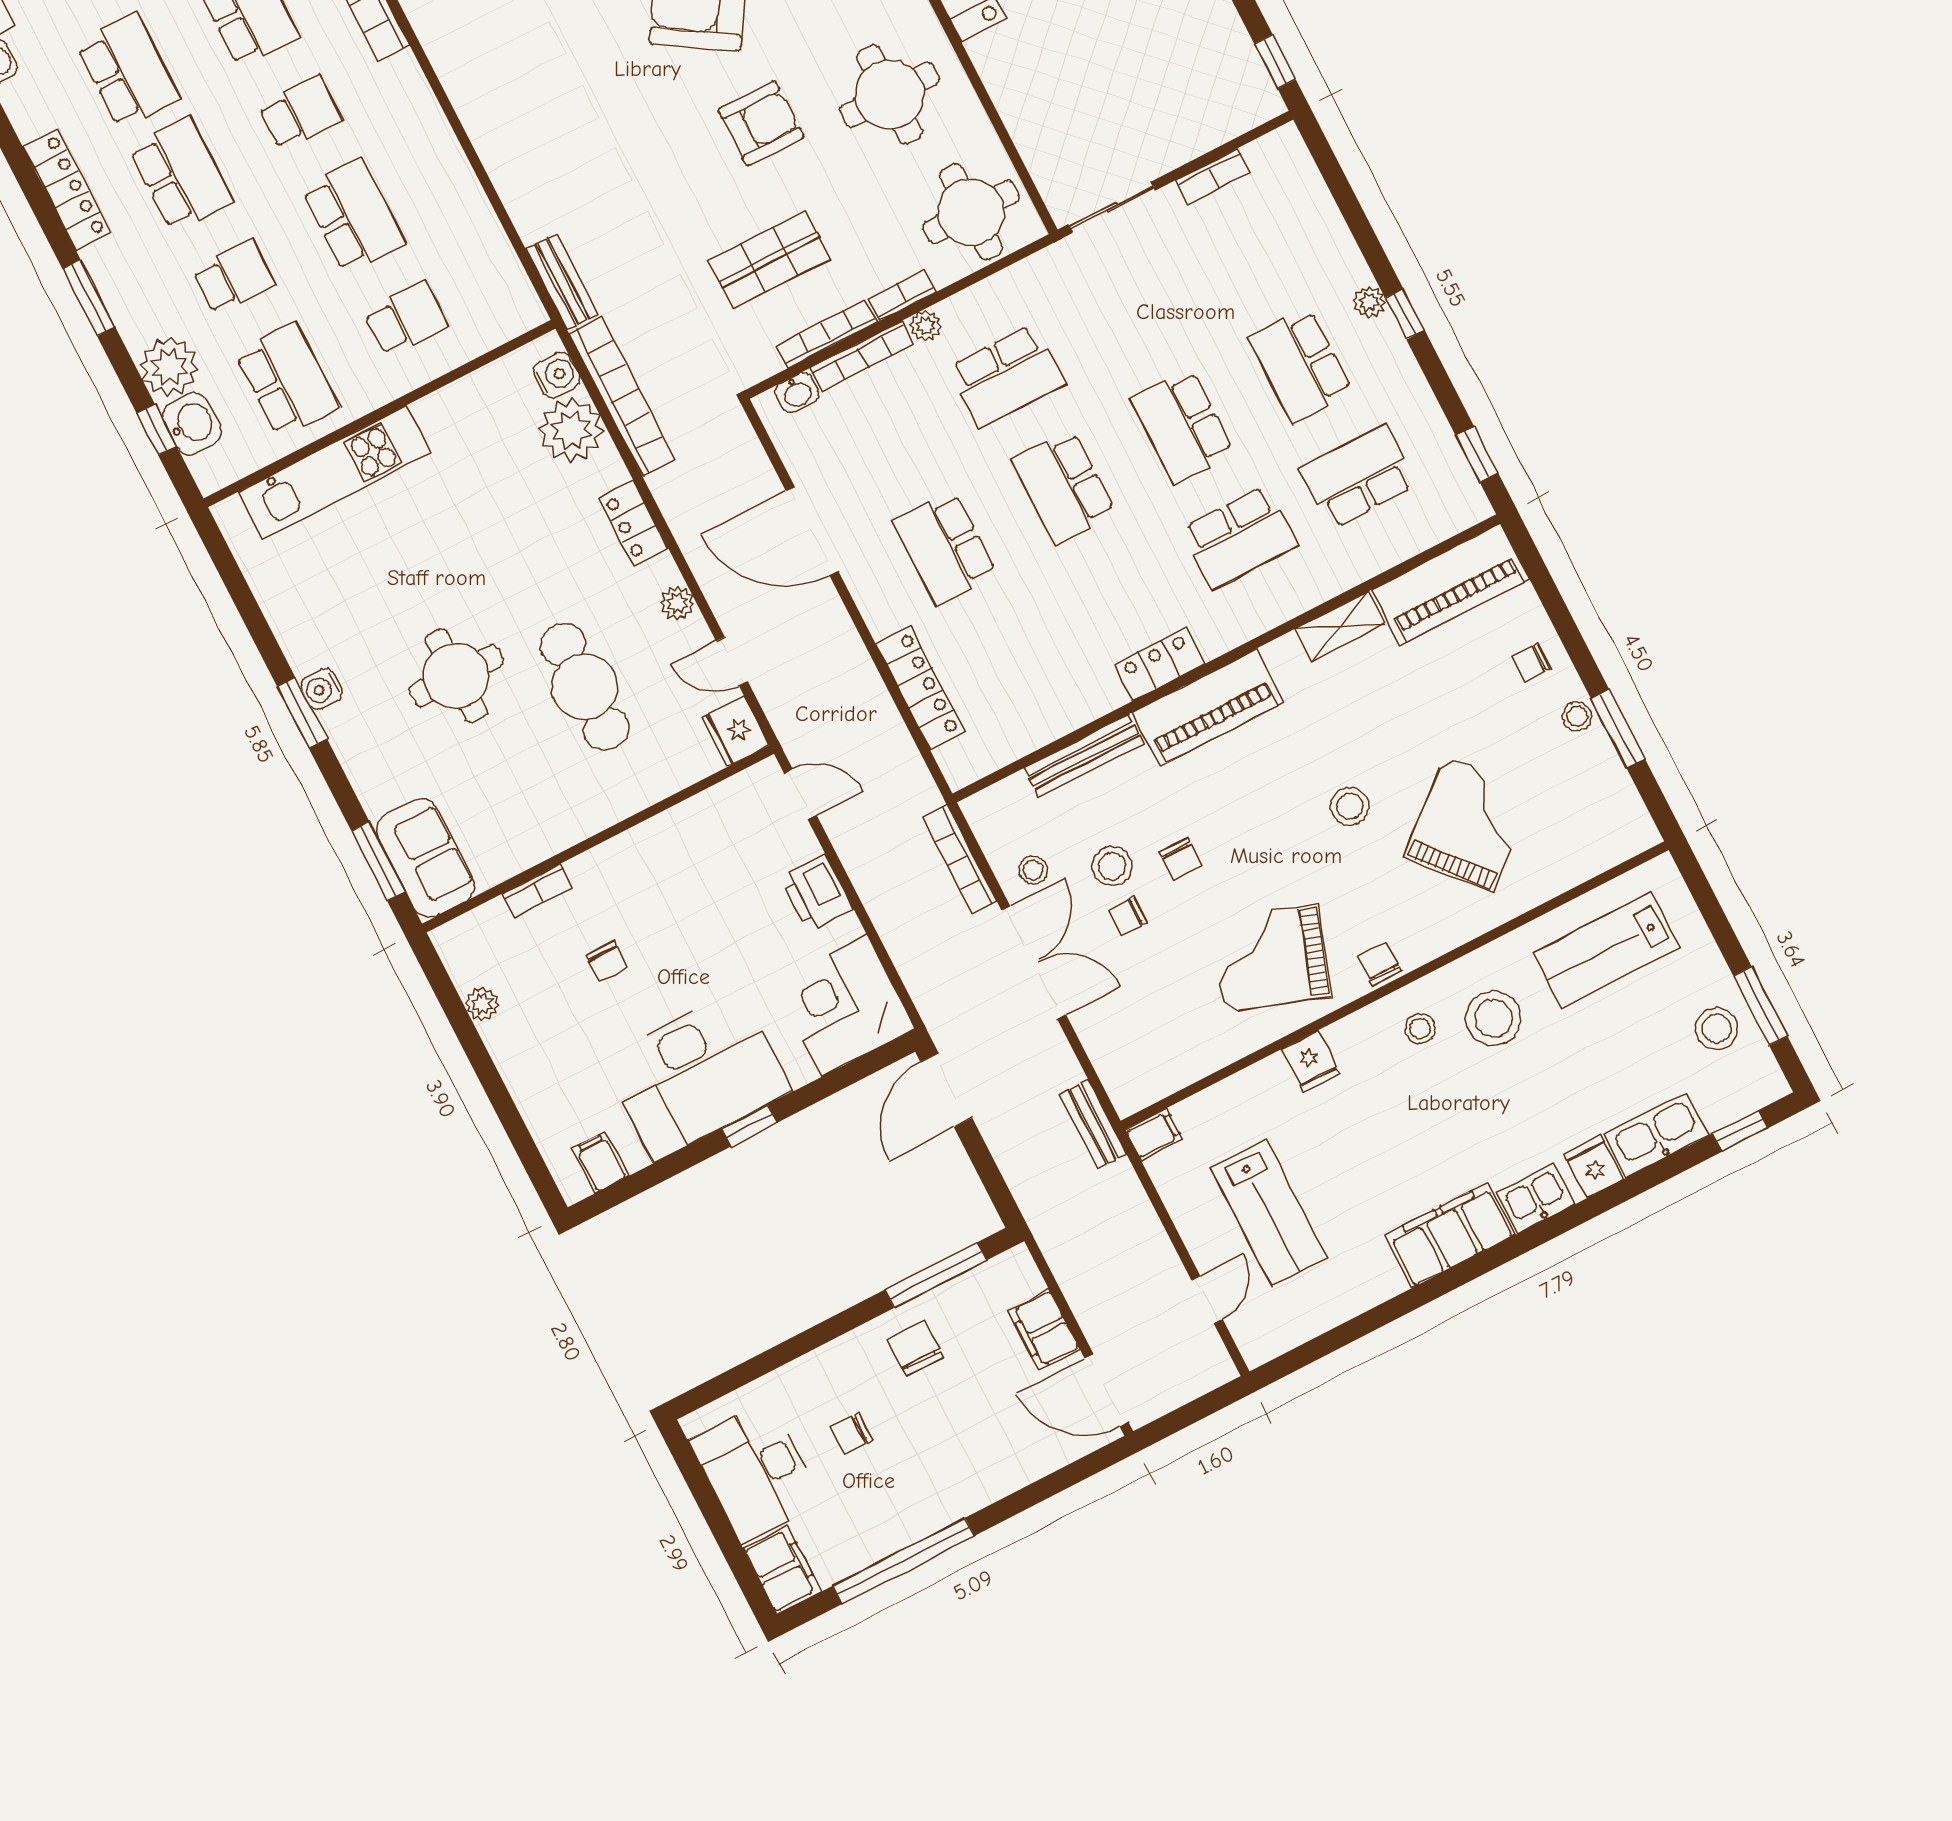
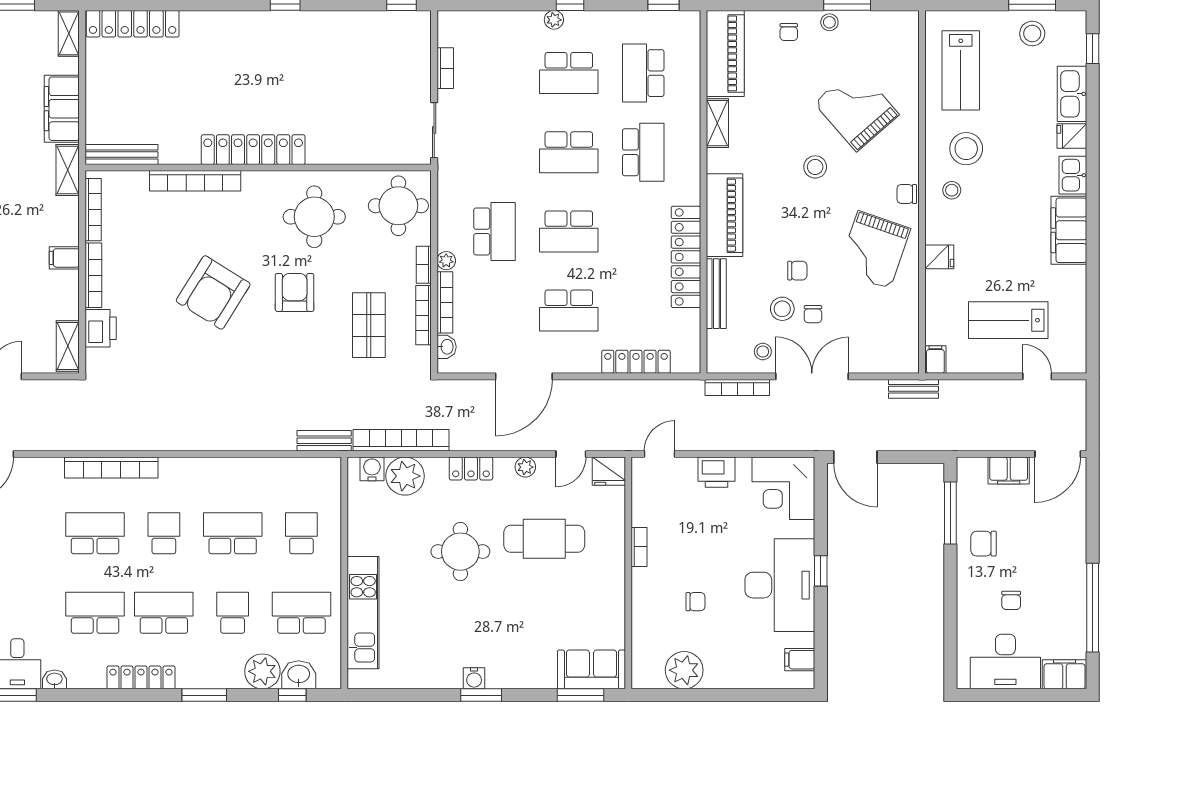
locker: (1159, 664) -> (686, 257), width x2.16, depth x1.21
round table: (456, 676) -> (460, 552), moved
bookcase: (537, 890) -> (639, 547), moved
plant: (482, 1004) -> (684, 670), width x1.87, depth x1.87
lab bench: (1269, 1213) -> (1008, 320), turned 180

